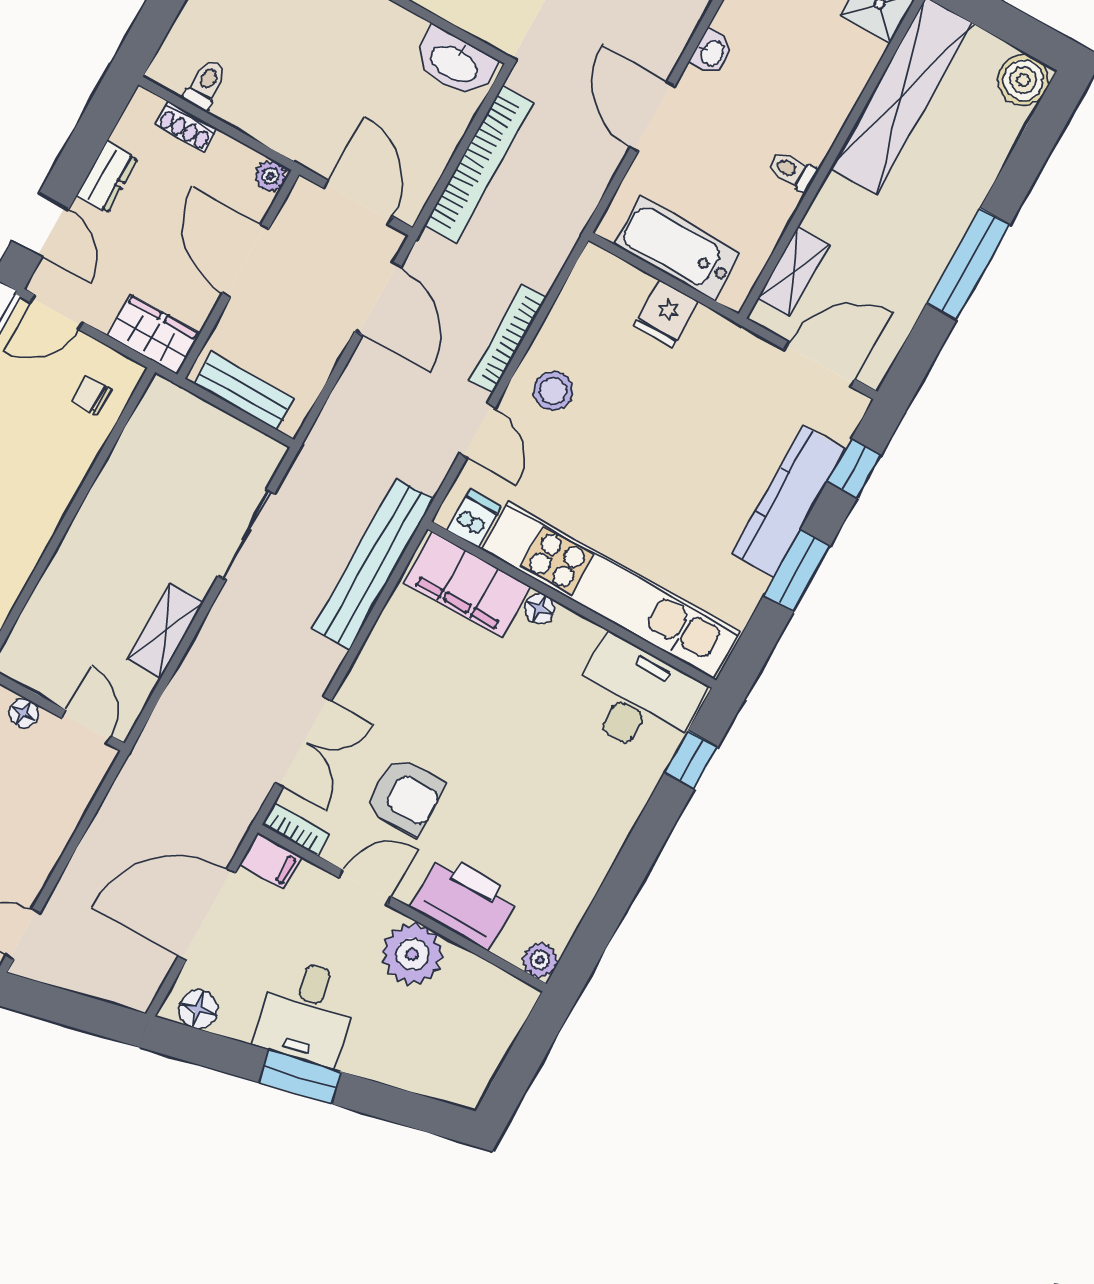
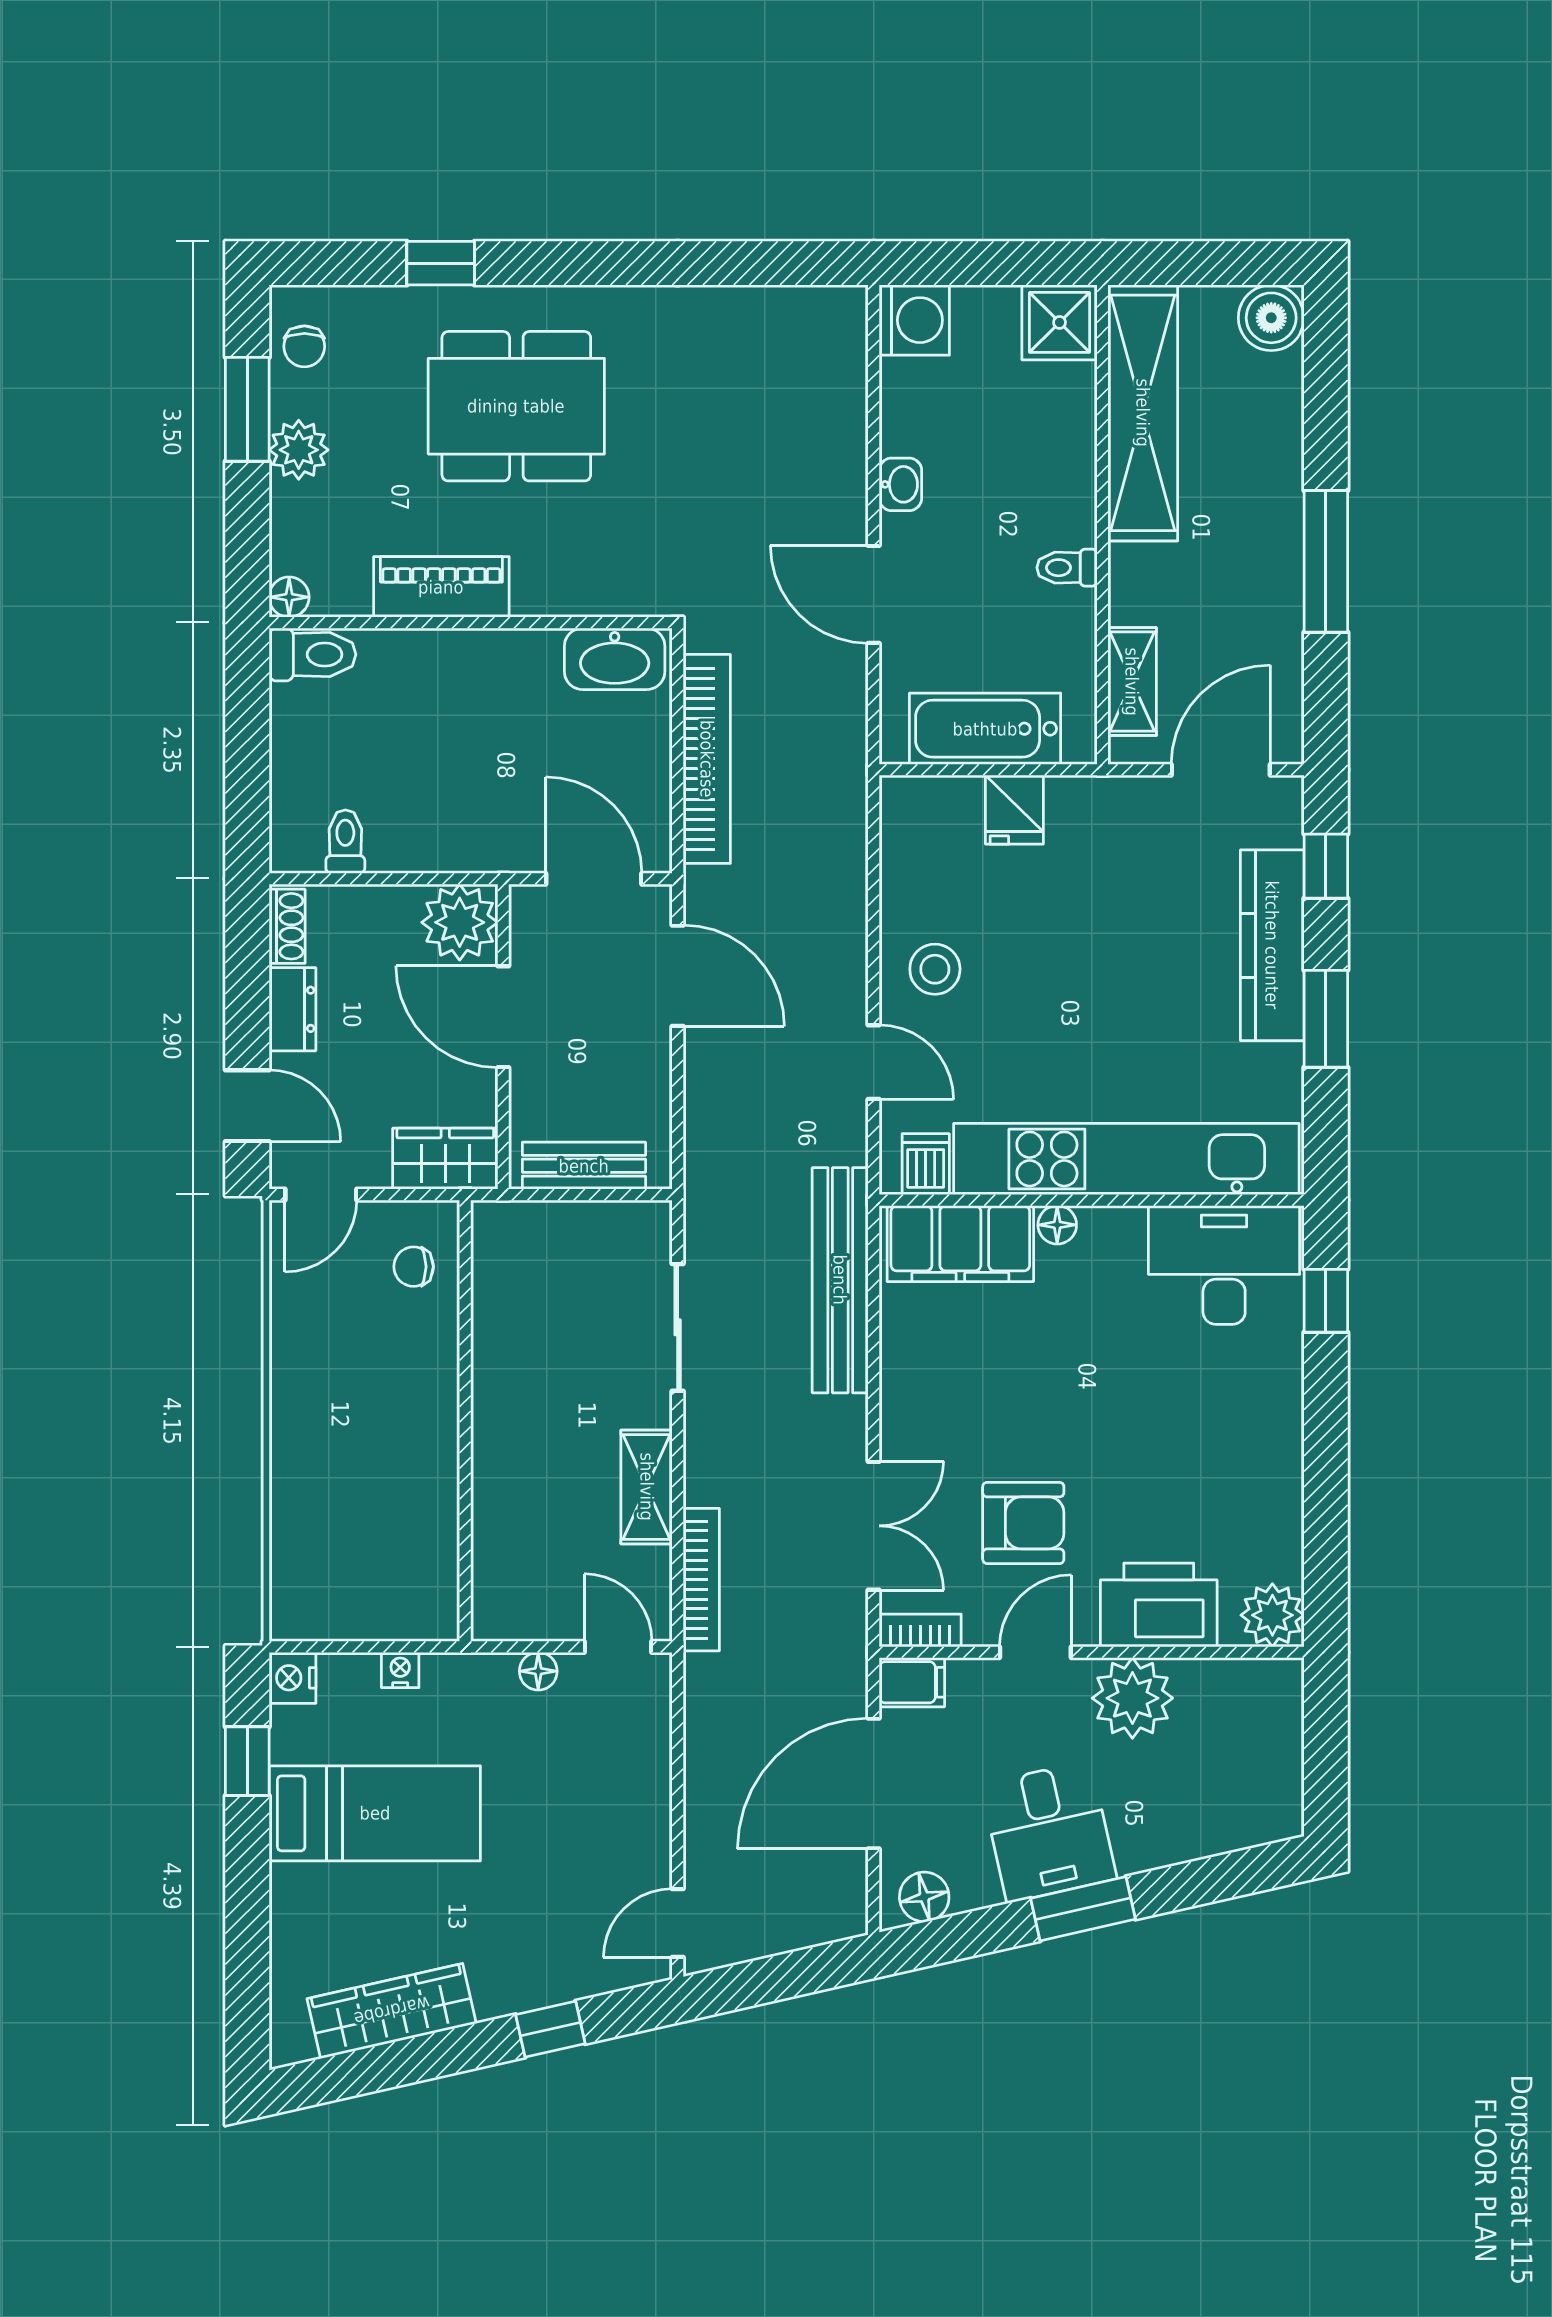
shoe rack: (186, 127) -> (287, 926), moved, turned -90
plant: (271, 176) -> (460, 922), width x1.88, depth x1.88
bookcase: (508, 339) -> (701, 1580), moved, turned 180
plant: (540, 960) -> (1272, 1615), width x1.38, depth x1.38

